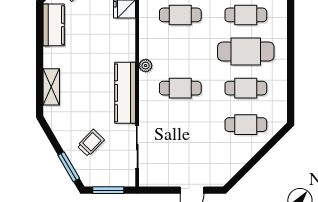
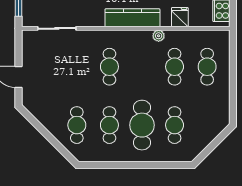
plant: (146, 66) -> (159, 36), moved
kitchen counter: (125, 93) -> (132, 18), moved

